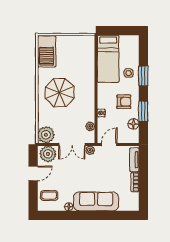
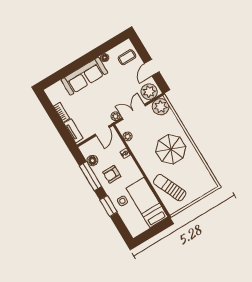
barbecue: (47, 51) -> (203, 177), removed
sun lounger: (81, 60) -> (170, 188), added
window: (143, 111) -> (90, 176), width x1.44

